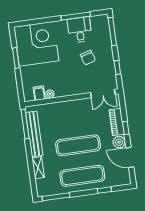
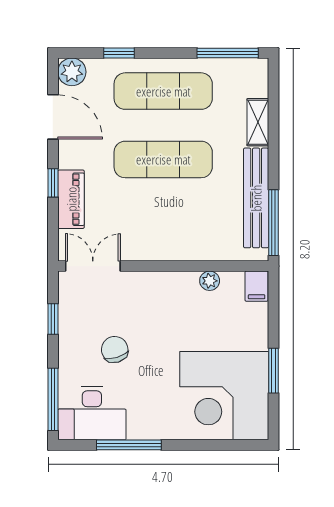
desk: (80, 30) -> (92, 413), moved, width x1.37
filing cabinet: (39, 93) -> (257, 286), moved
plant: (119, 142) -> (72, 72), moved

